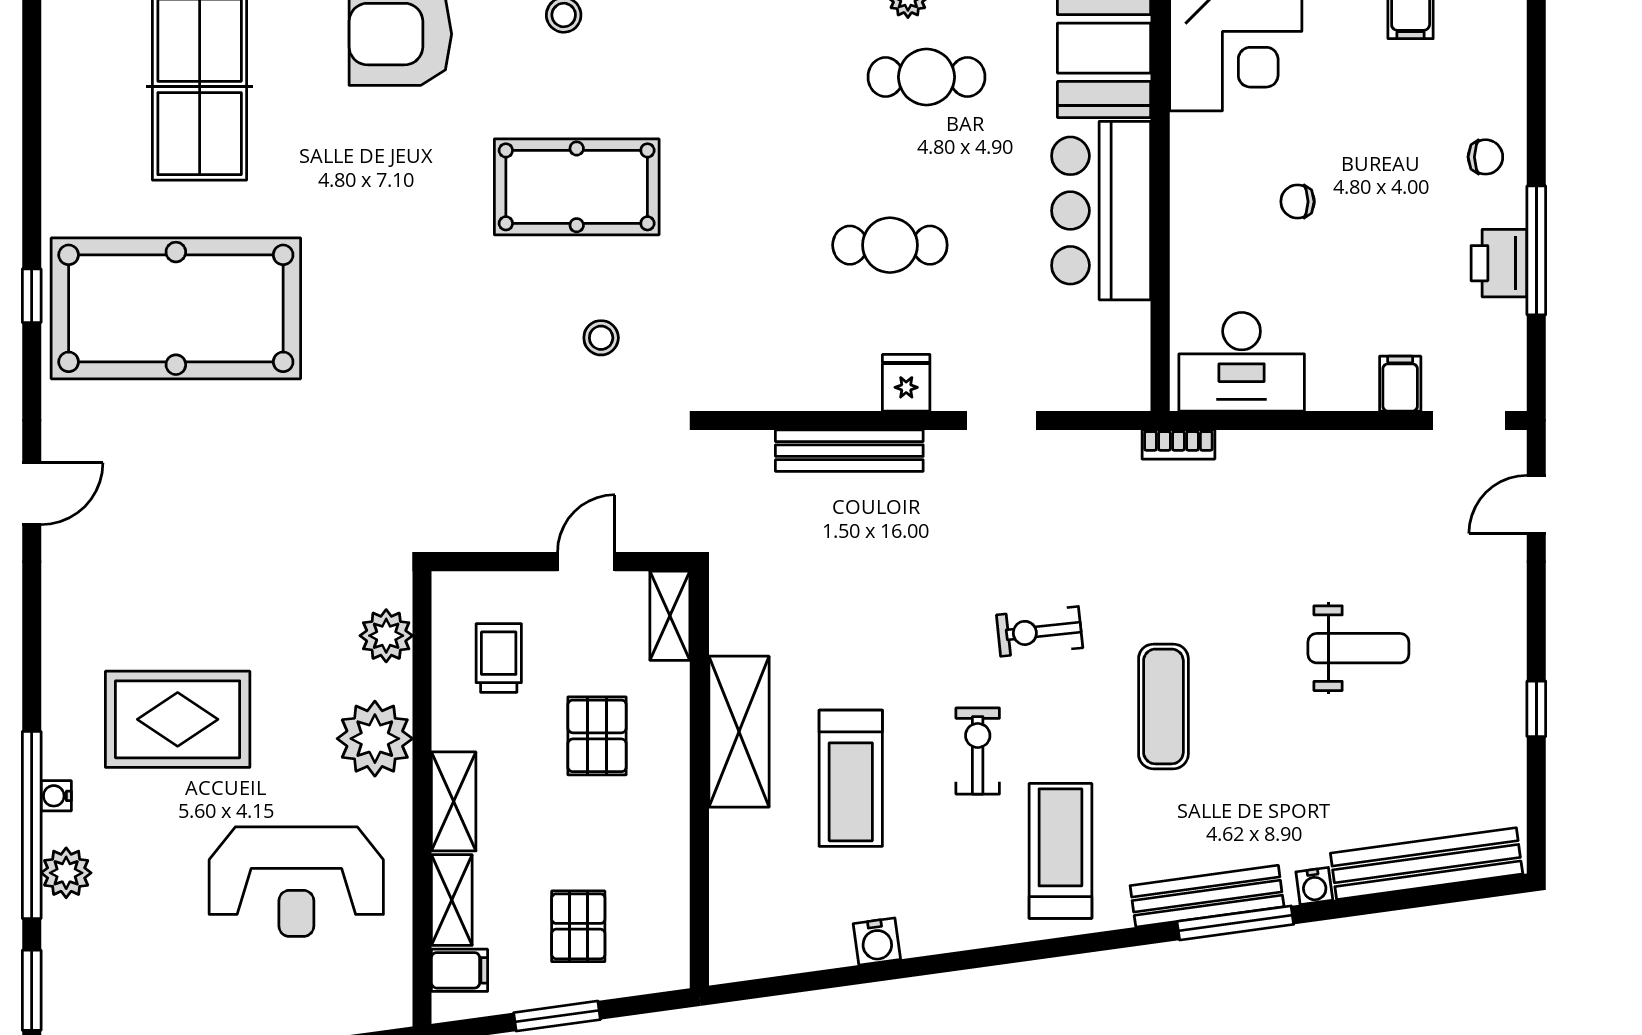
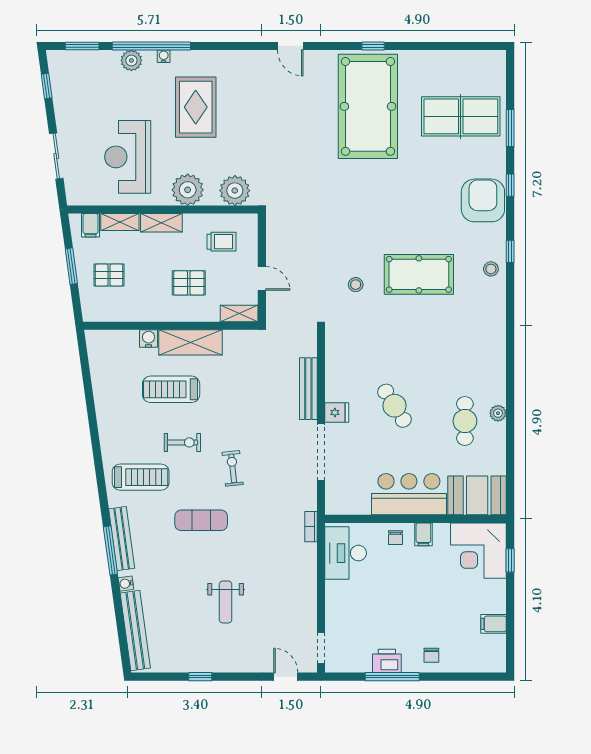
pool table: (577, 187) -> (419, 274), turned 90
chair: (1298, 202) -> (395, 538), moved, turned 180
cafe table: (890, 245) -> (394, 406), turned -32
filing cabinet: (1400, 384) -> (423, 534), moved, turned 90
doorway: (1001, 421) -> (321, 452), width x1.88
plant: (386, 636) -> (235, 191), width x1.36, depth x1.36
water cooler: (877, 941) -> (149, 339), moved, turned 98

